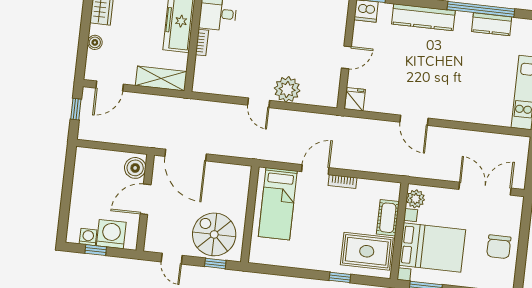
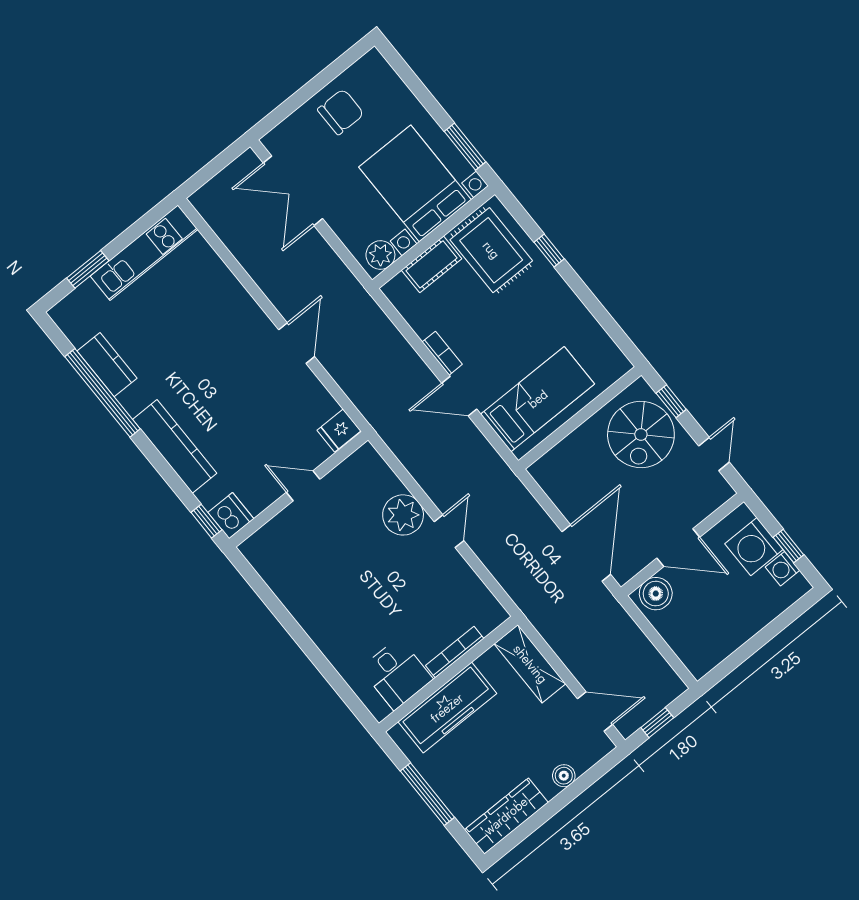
bookcase: (202, 43) -> (455, 652), width x1.56

